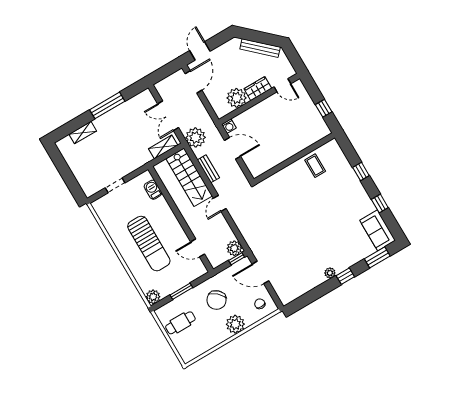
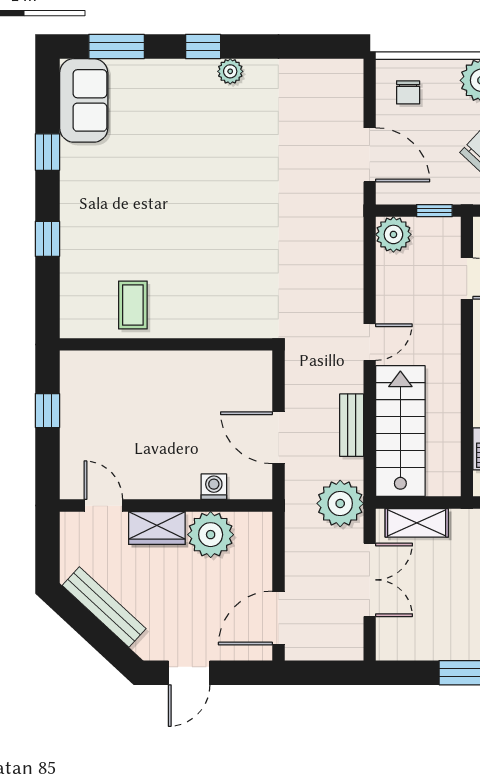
door: (200, 51) -> (189, 673), moved
washing machine: (229, 126) -> (214, 487), moved
window: (237, 259) -> (434, 211), moved

